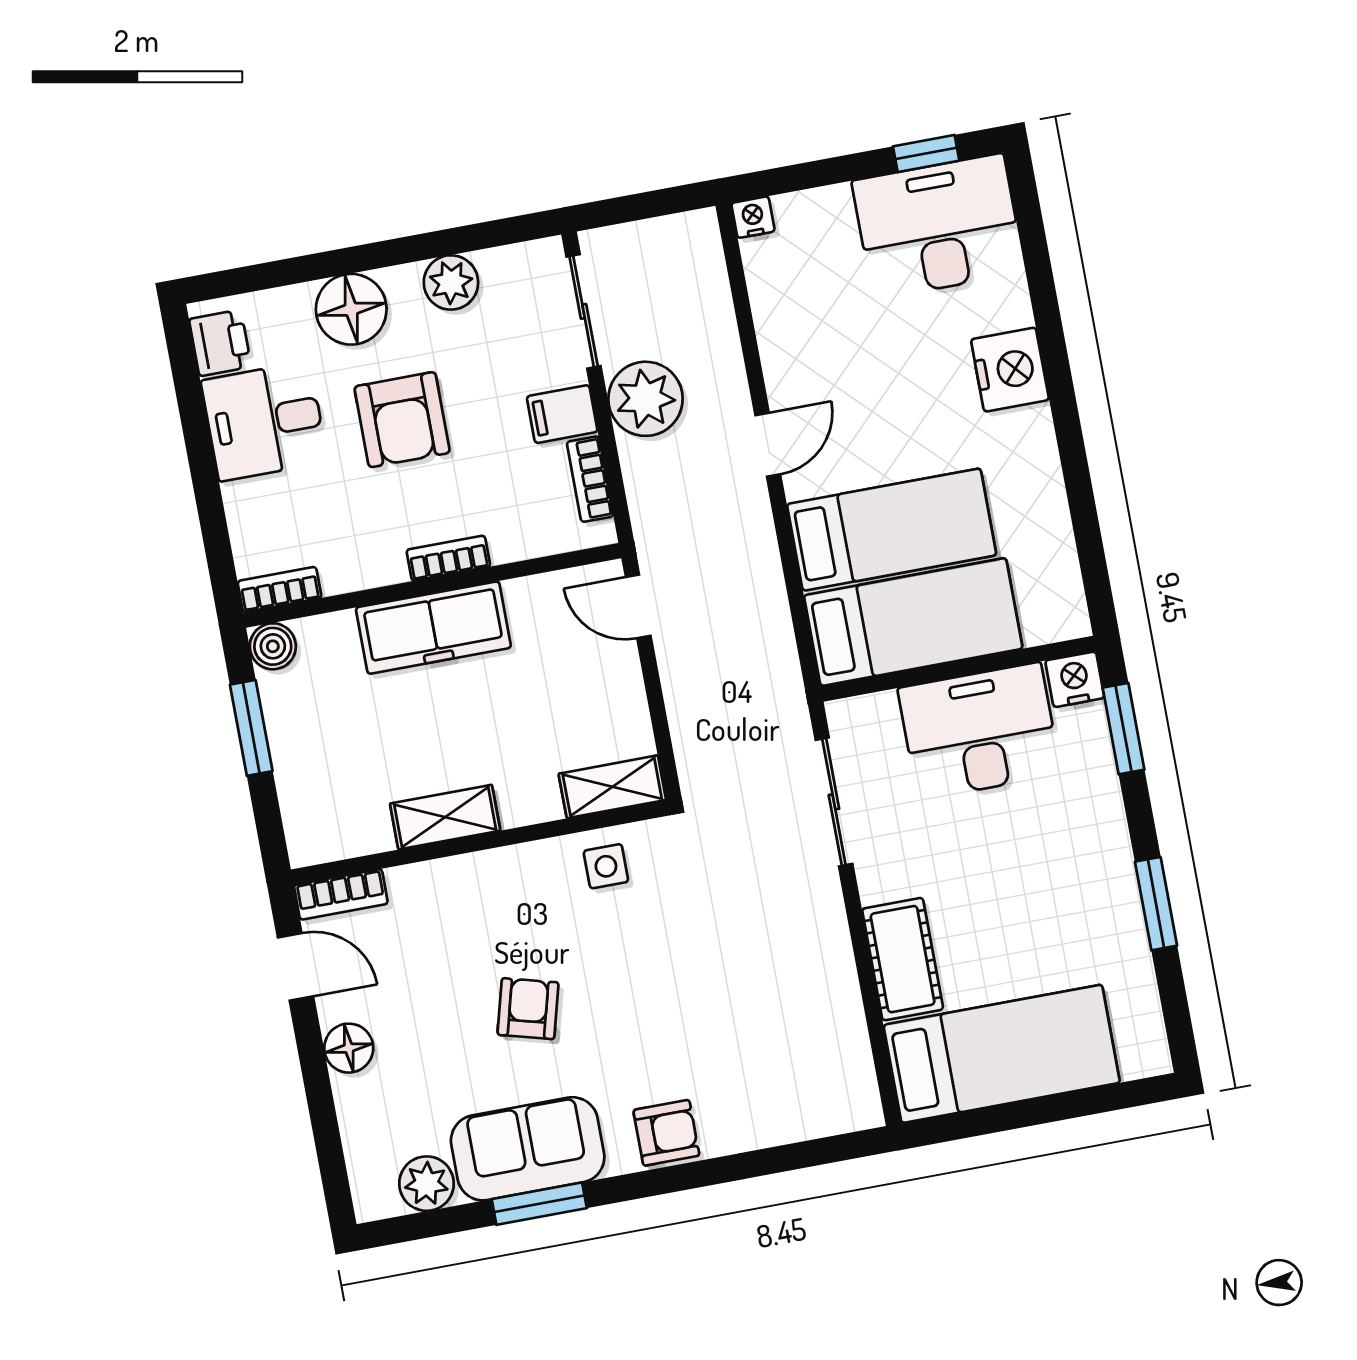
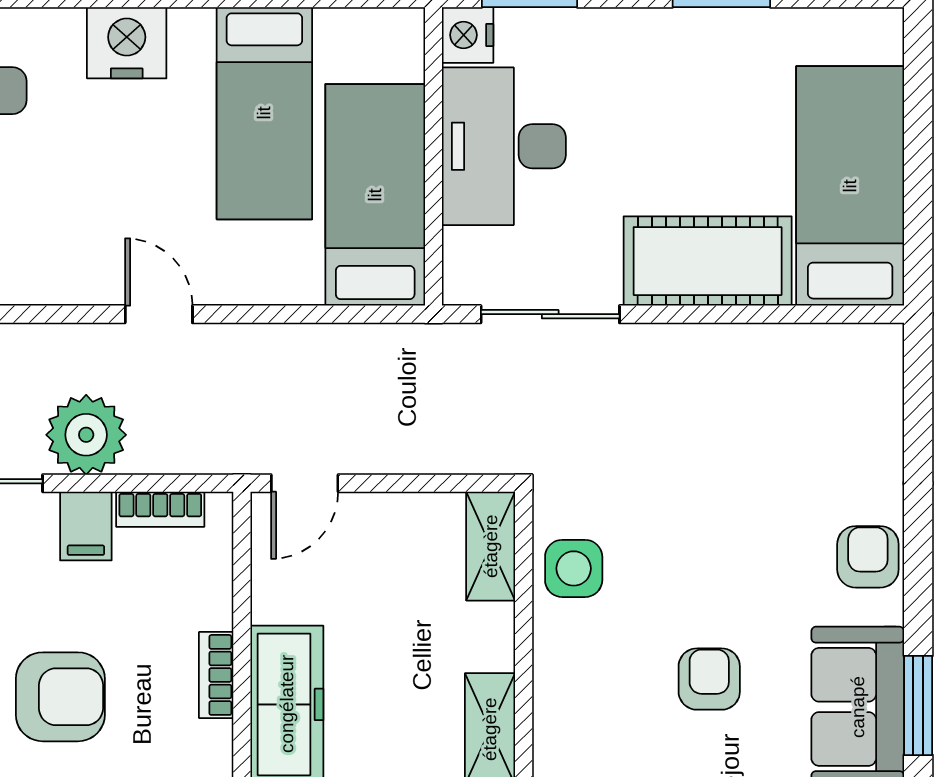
bed: (892, 530) -> (264, 113), moved, turned 180
side table: (606, 866) -> (574, 568), width x1.37, depth x1.37
cot: (903, 959) -> (708, 261), width x1.37, depth x1.34
armchair: (528, 1009) -> (709, 679), turned 75

